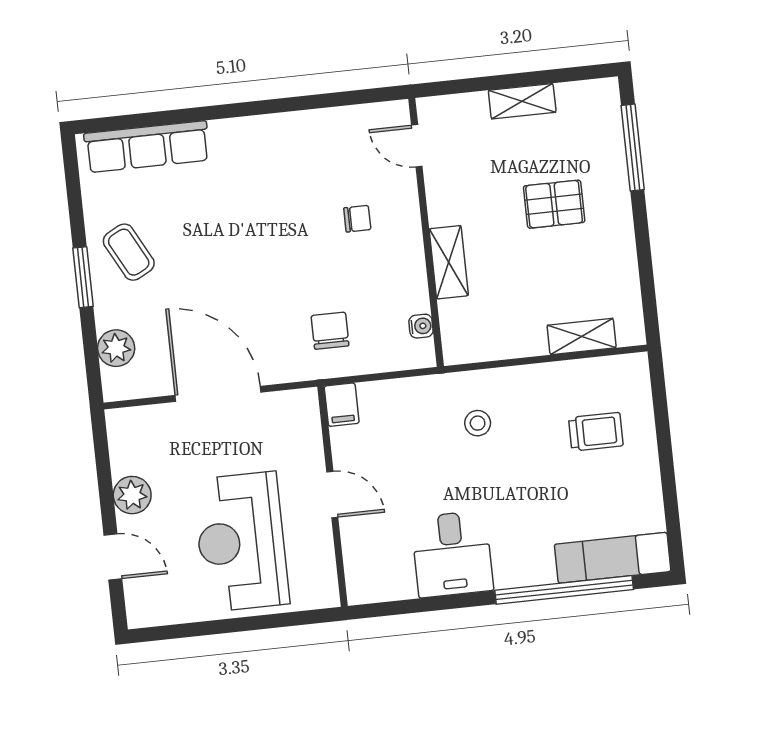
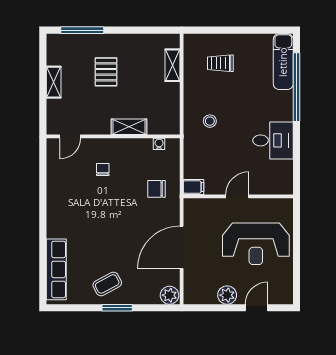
plant: (116, 348) -> (169, 295), moved
trolley: (596, 432) -> (220, 63), turned -90

